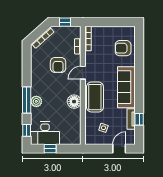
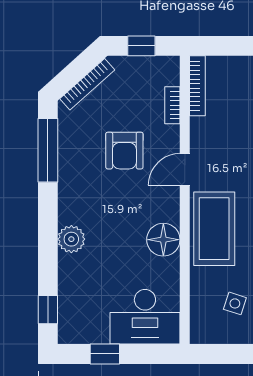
window: (27, 100) -> (48, 150), moved
desk: (45, 133) -> (145, 317), moved

